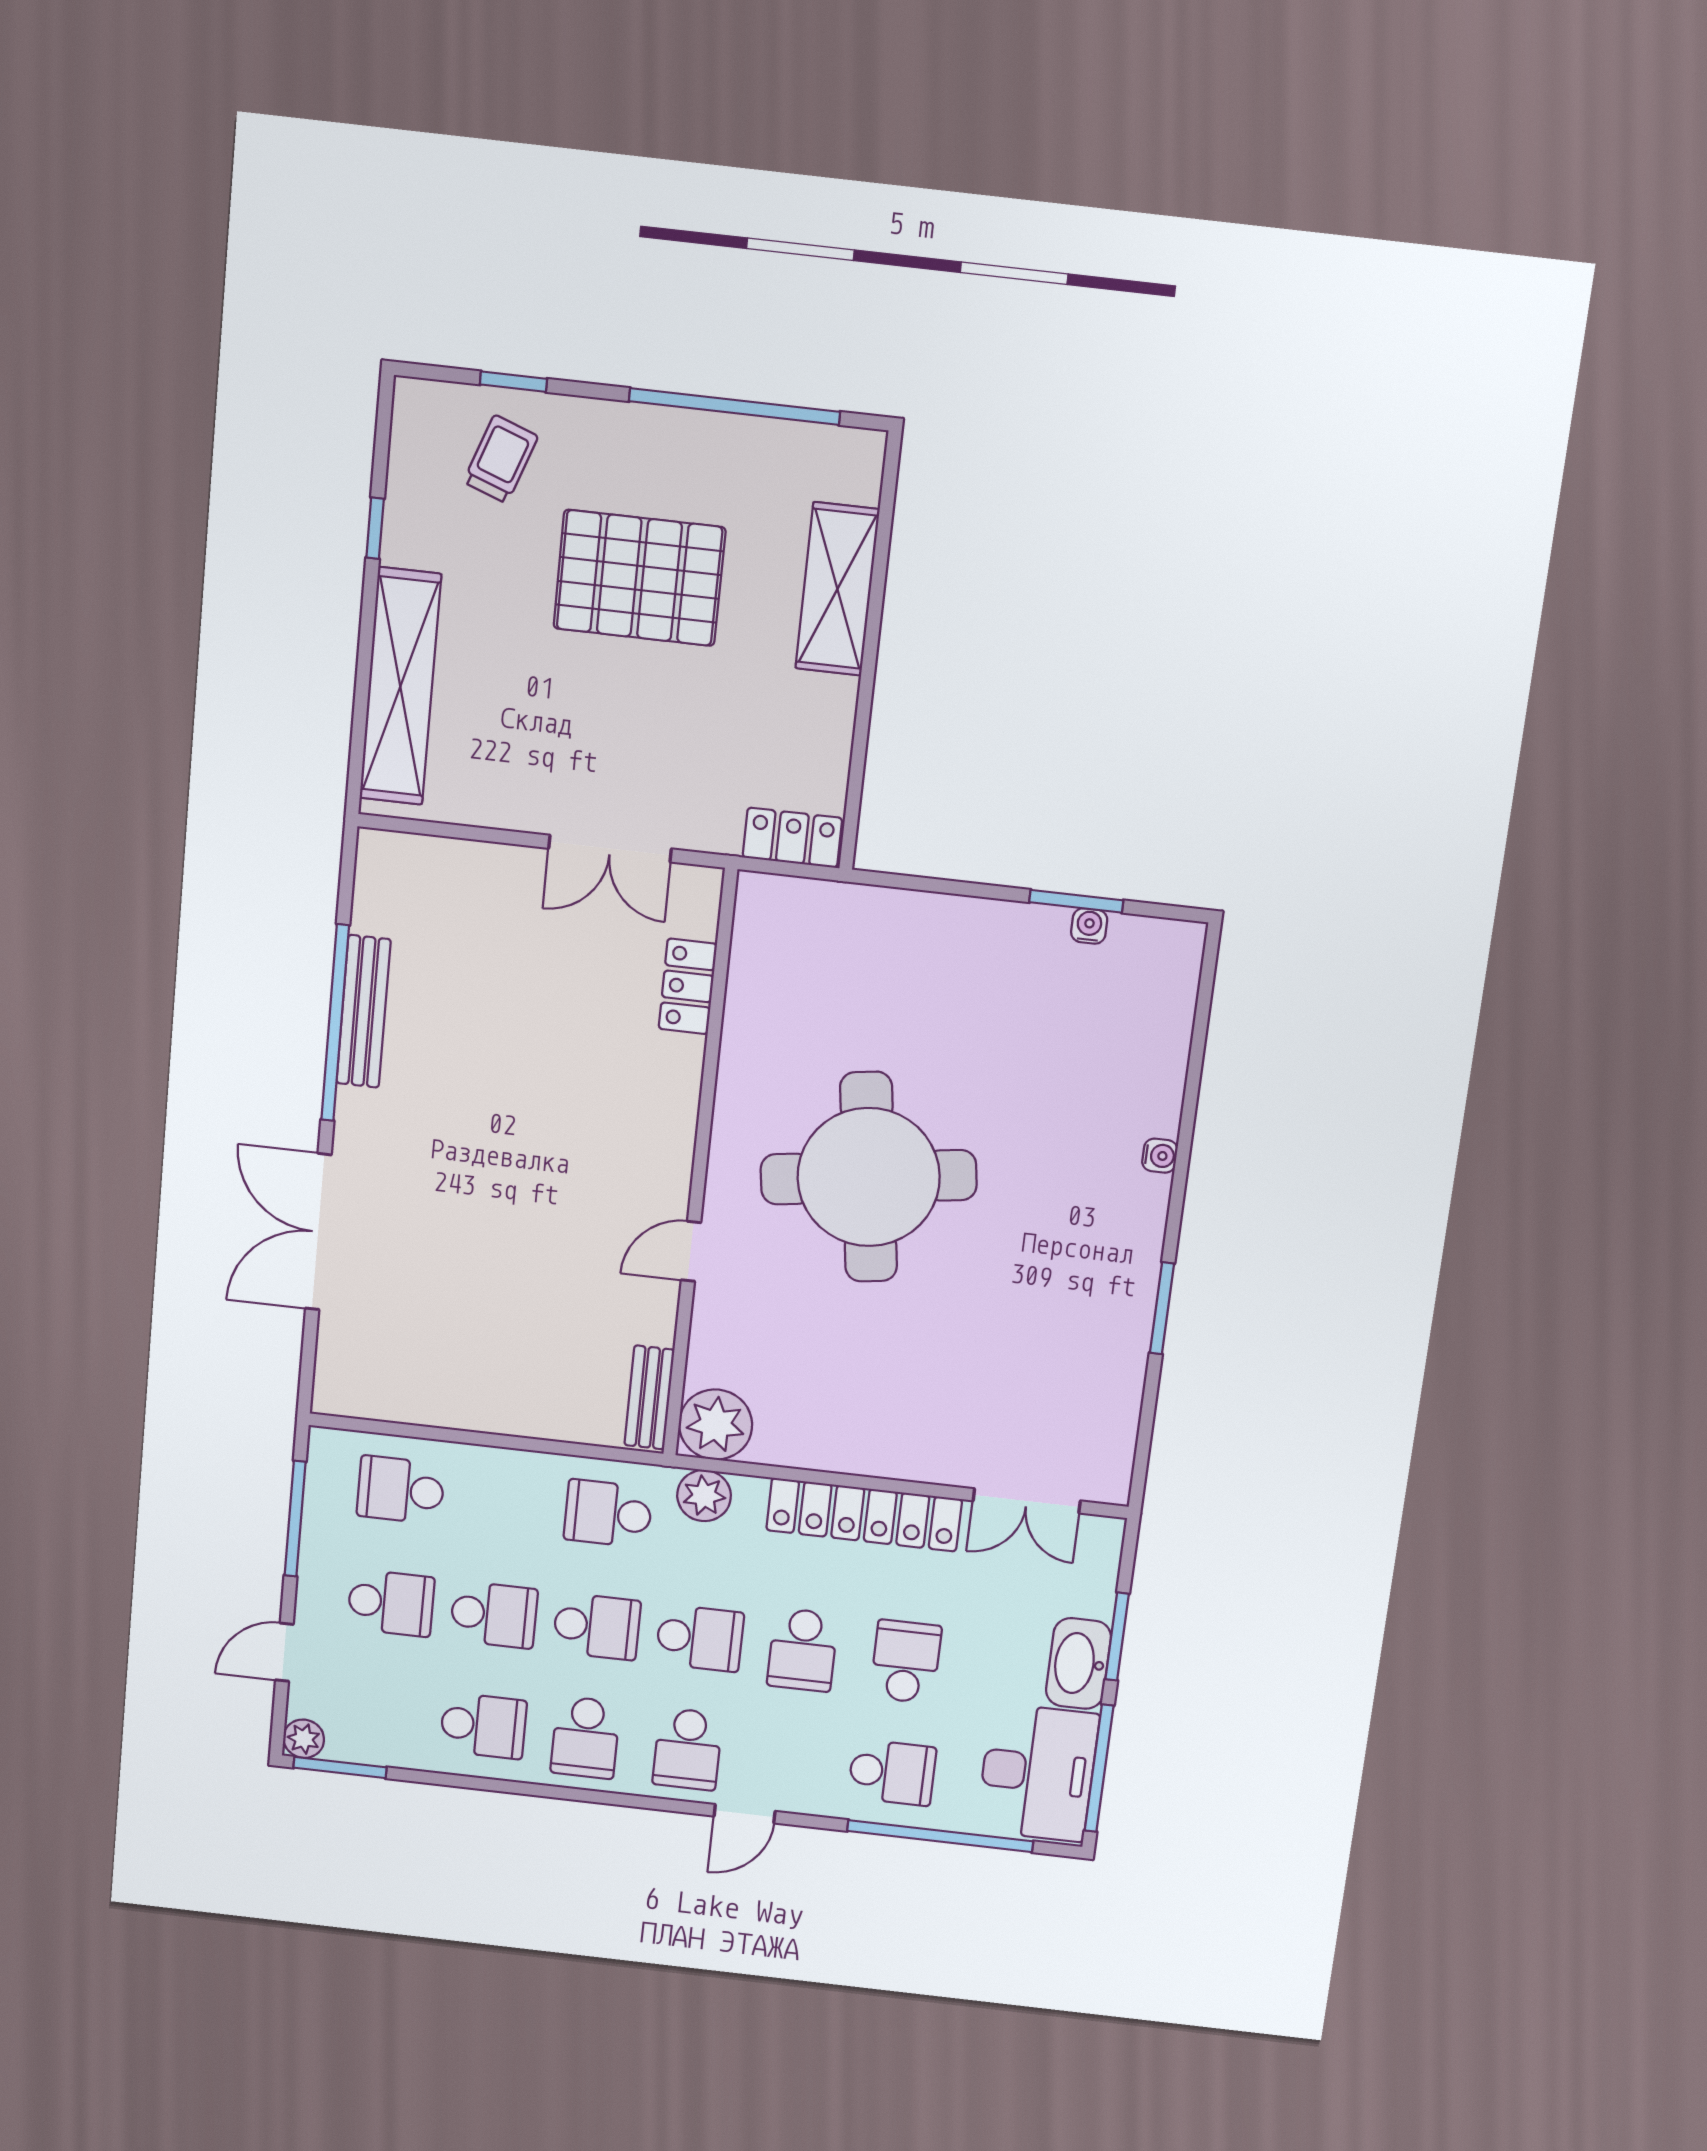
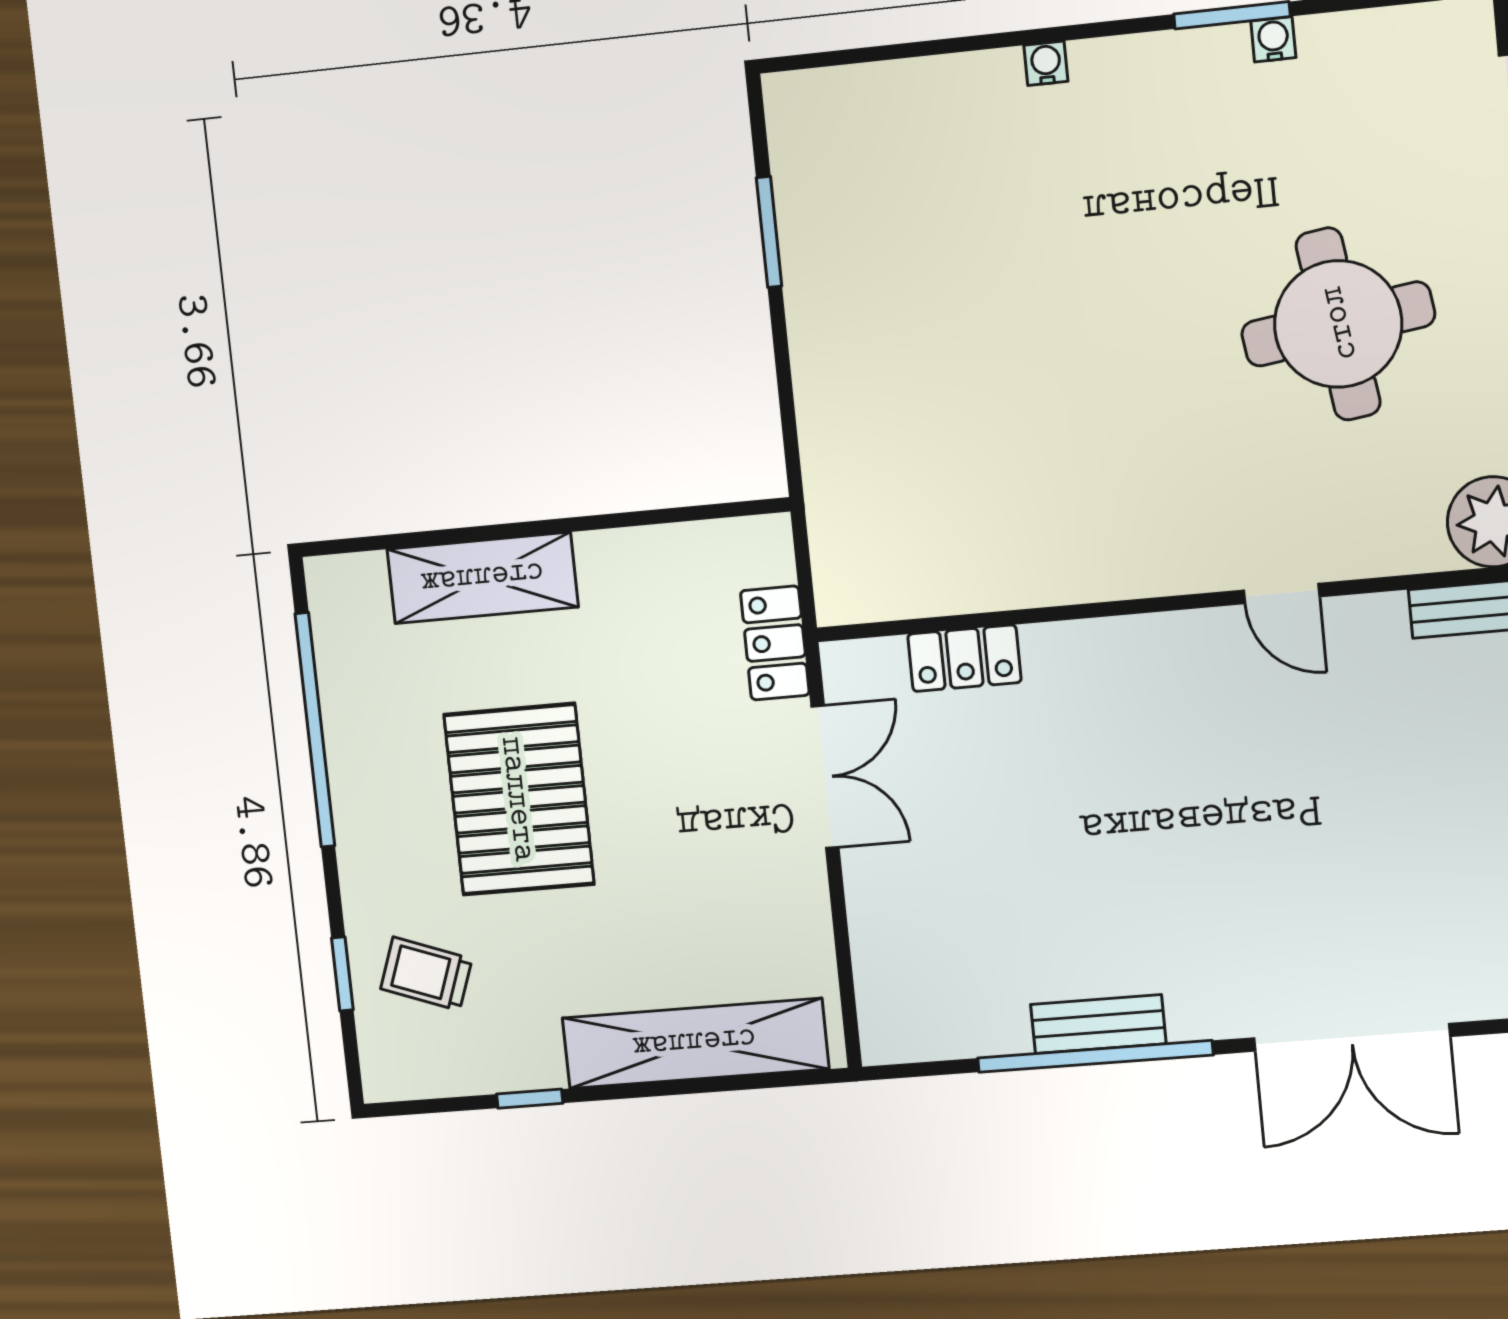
locker: (792, 838) -> (775, 643), moved
water cooler: (1089, 926) -> (1273, 39), moved, turned 90
bench: (364, 1011) -> (1098, 1024), width x0.73
round table: (869, 1177) -> (1338, 324), moved, width x0.73, depth x0.73

